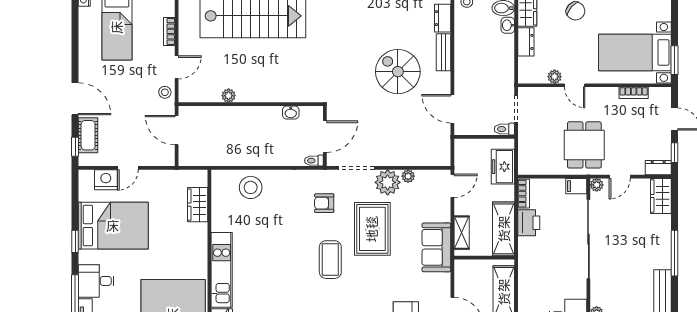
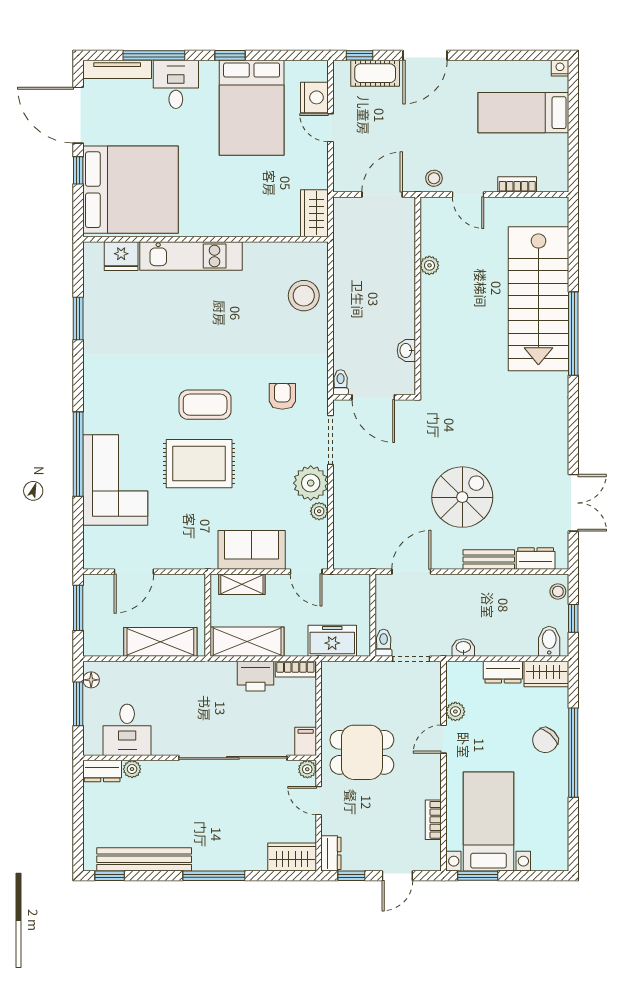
washbasin: (508, 25) -> (463, 648), moved
wardrobe: (198, 205) -> (314, 213), moved, turned -90
rug: (372, 229) -> (199, 464), moved
sofa: (436, 247) -> (252, 550), moved

